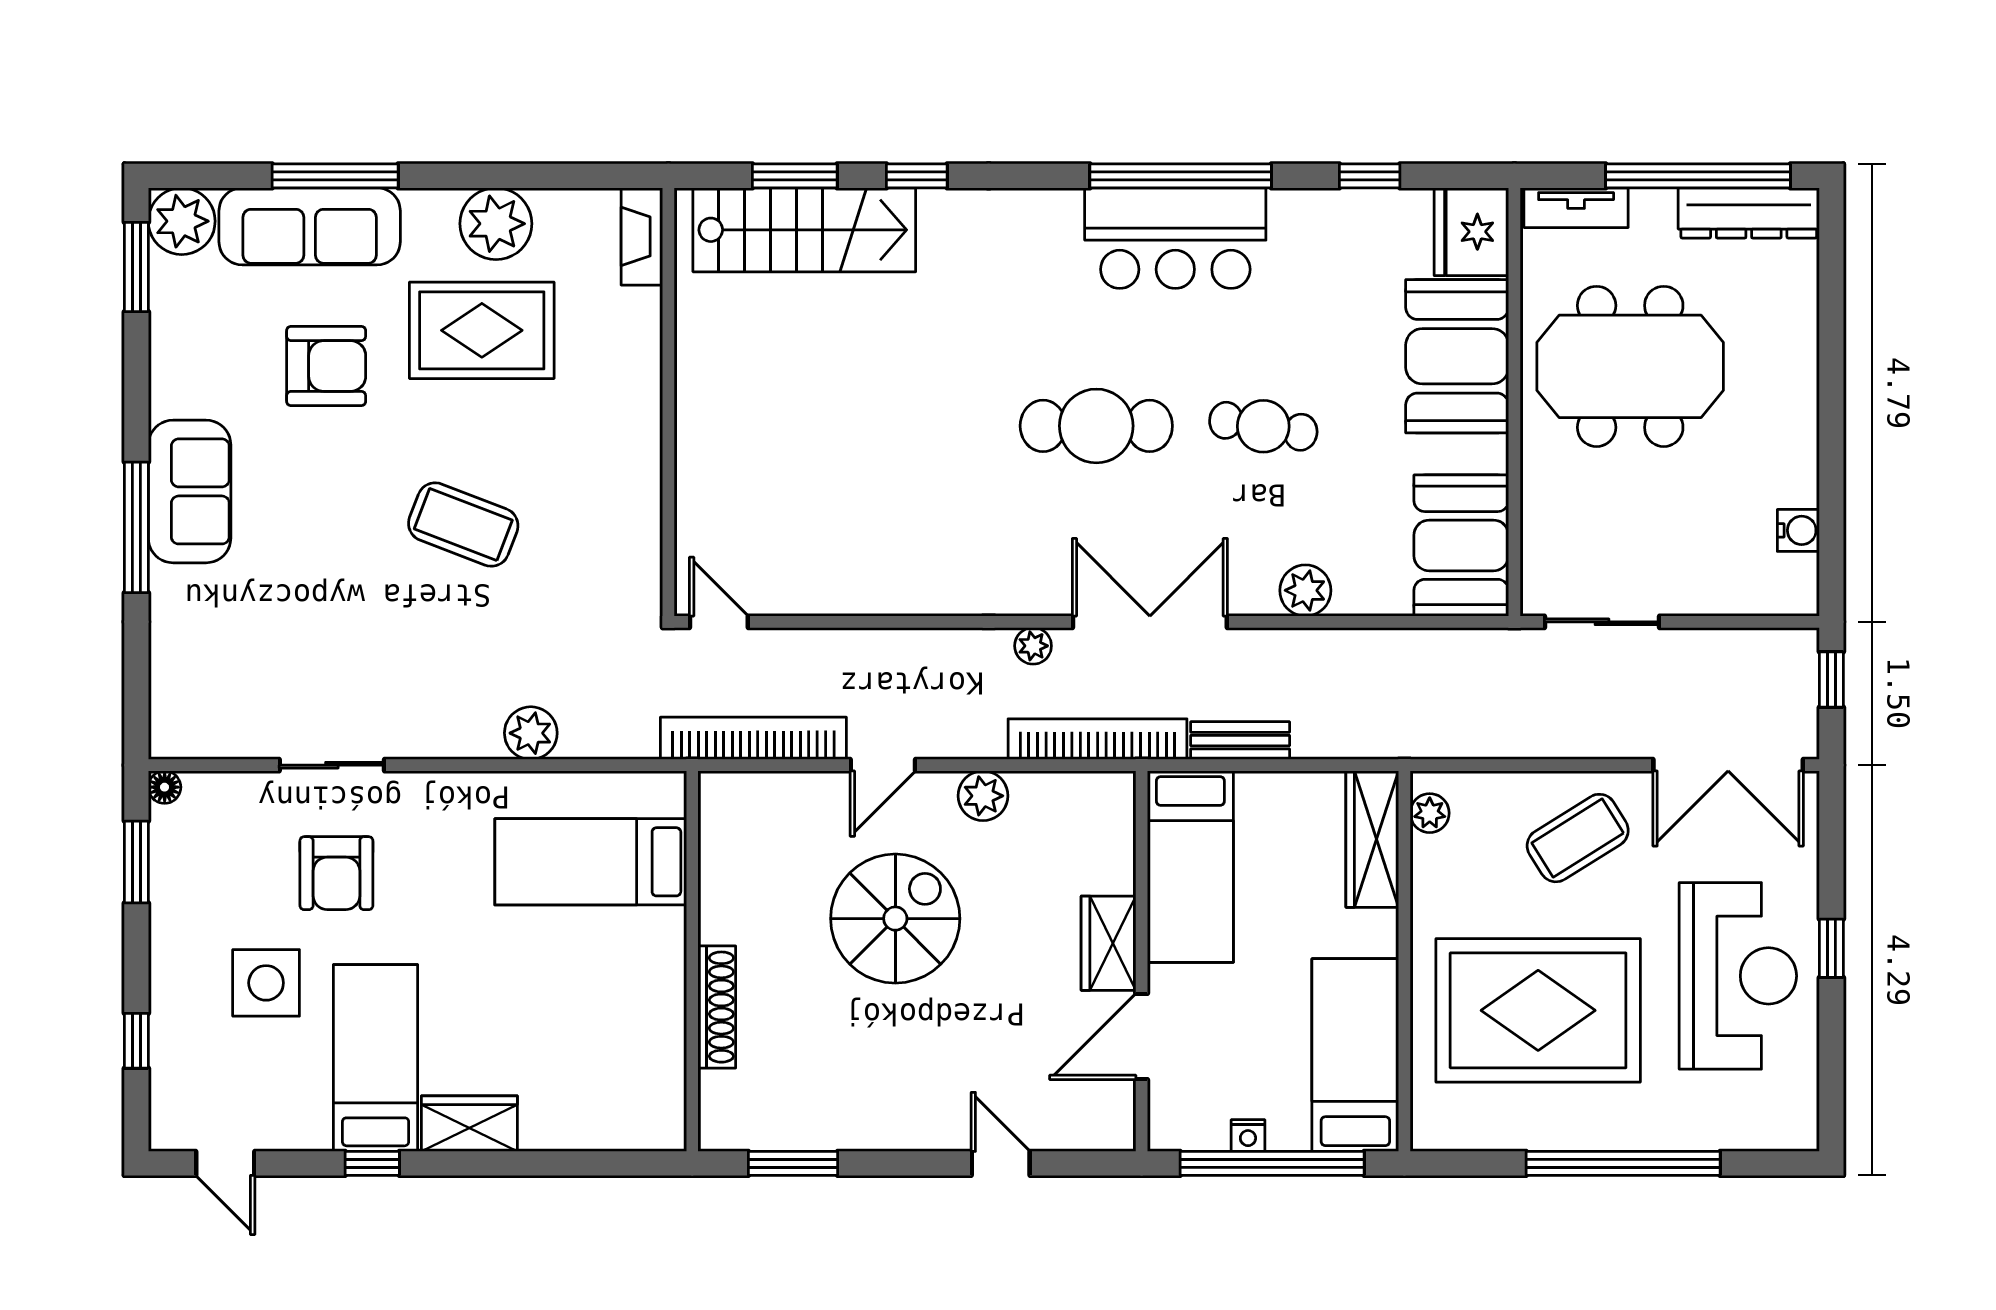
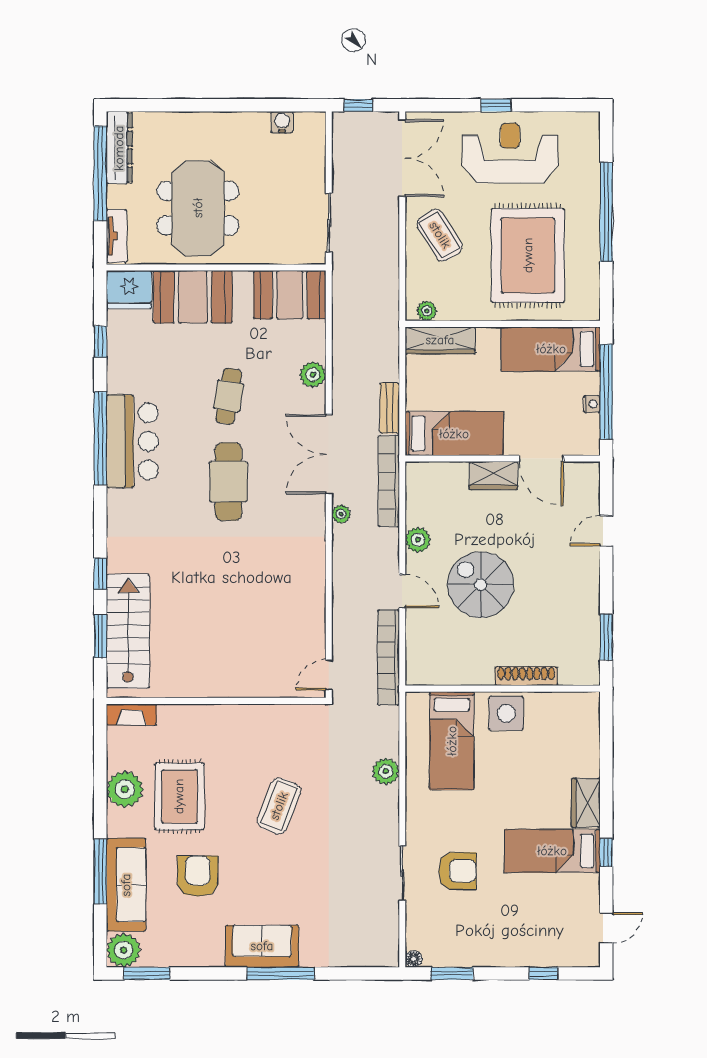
side table: (266, 983) -> (506, 713), moved

